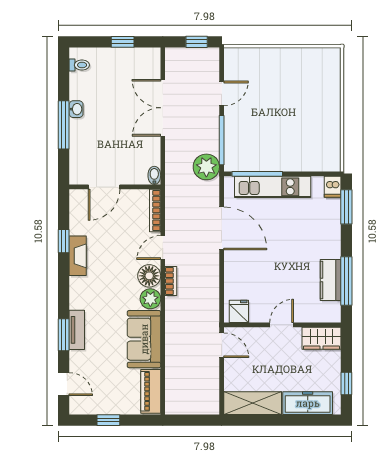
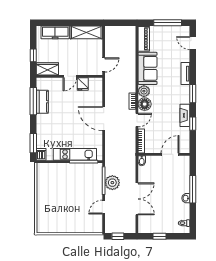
plant: (206, 167) -> (112, 183), moved
door: (222, 228) -> (104, 119), moved
fridge: (239, 311) -> (83, 84), moved
window: (64, 335) -> (193, 94), moved
door: (222, 345) -> (104, 65), swing flipped
window: (346, 384) -> (33, 55), moved
window: (108, 420) -> (168, 23), width x2.17

